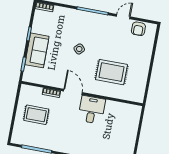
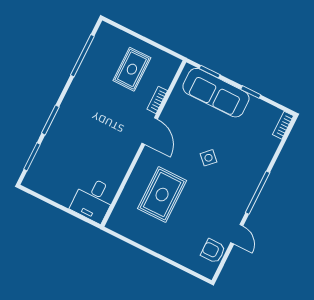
sofa: (37, 50) -> (216, 93), width x1.36
door: (73, 92) -> (150, 131), hinge flipped
desk: (92, 110) -> (93, 200), moved, turned 90

